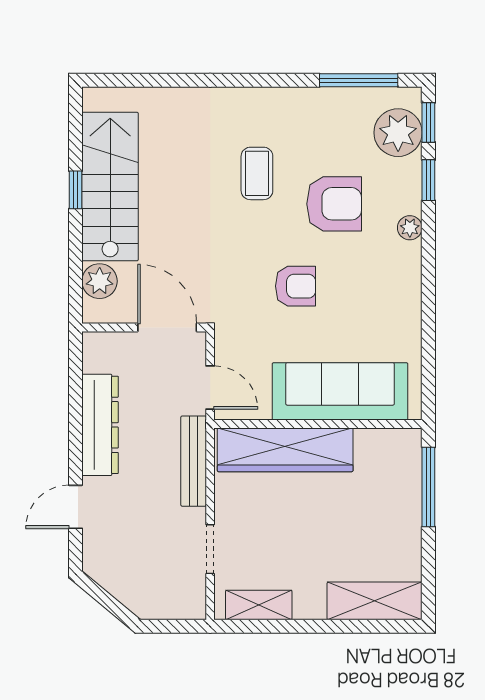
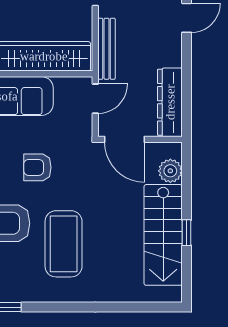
coffee table: (257, 173) -> (64, 244), width x1.86, depth x1.72
door: (210, 388) -> (95, 99), swing flipped
dresser: (100, 425) -> (170, 102), moved

